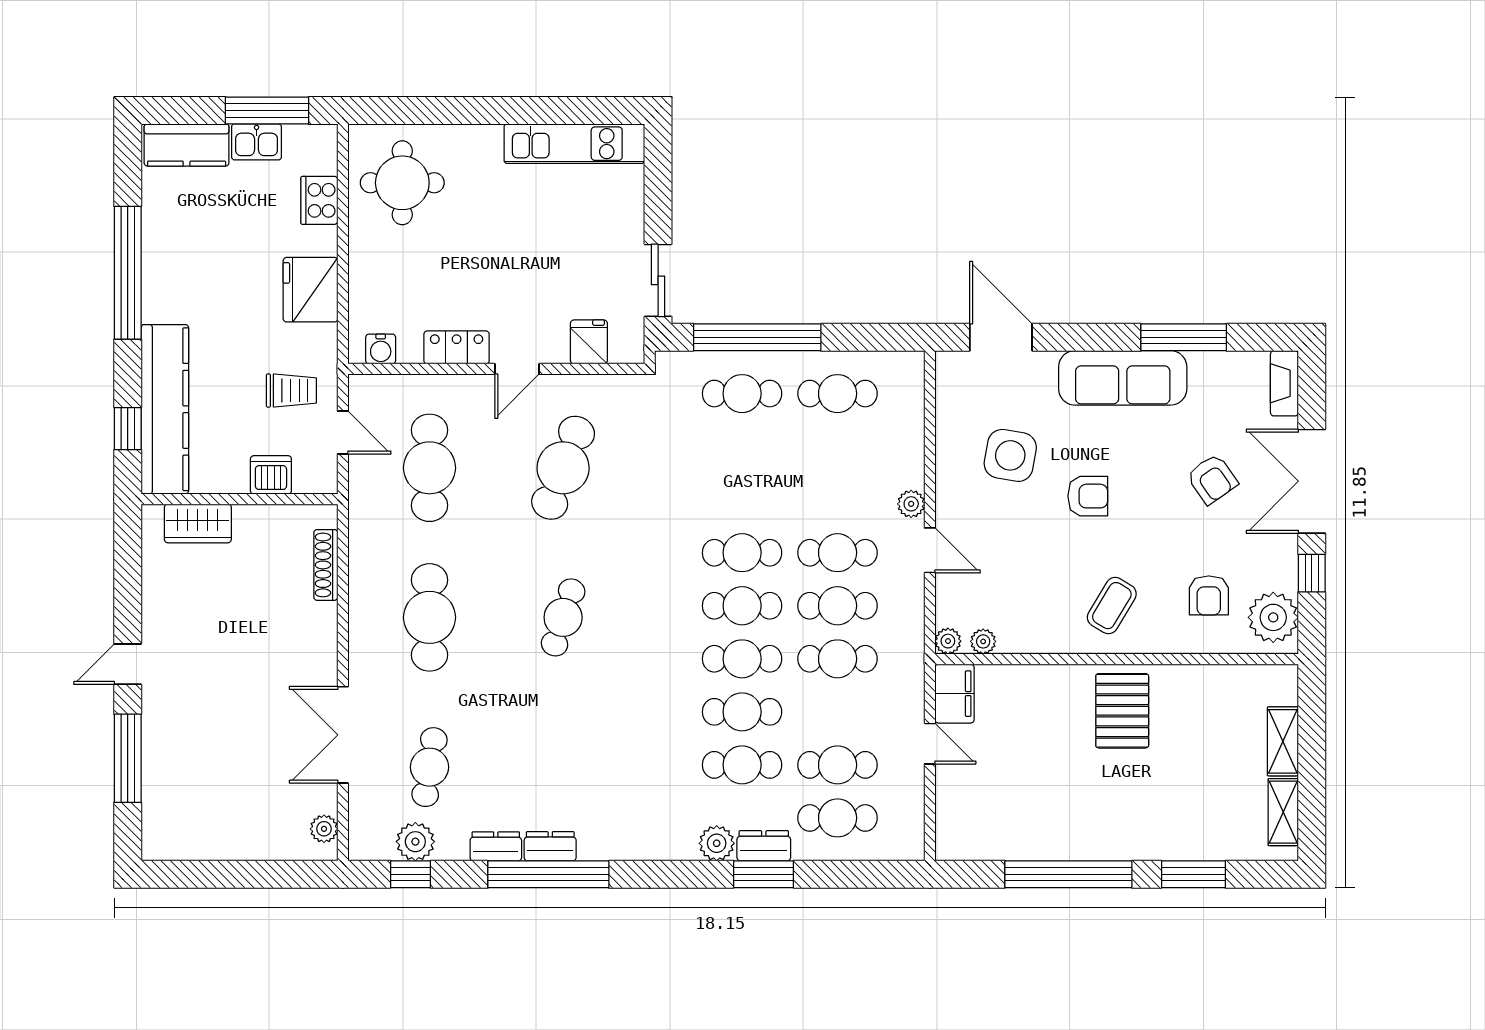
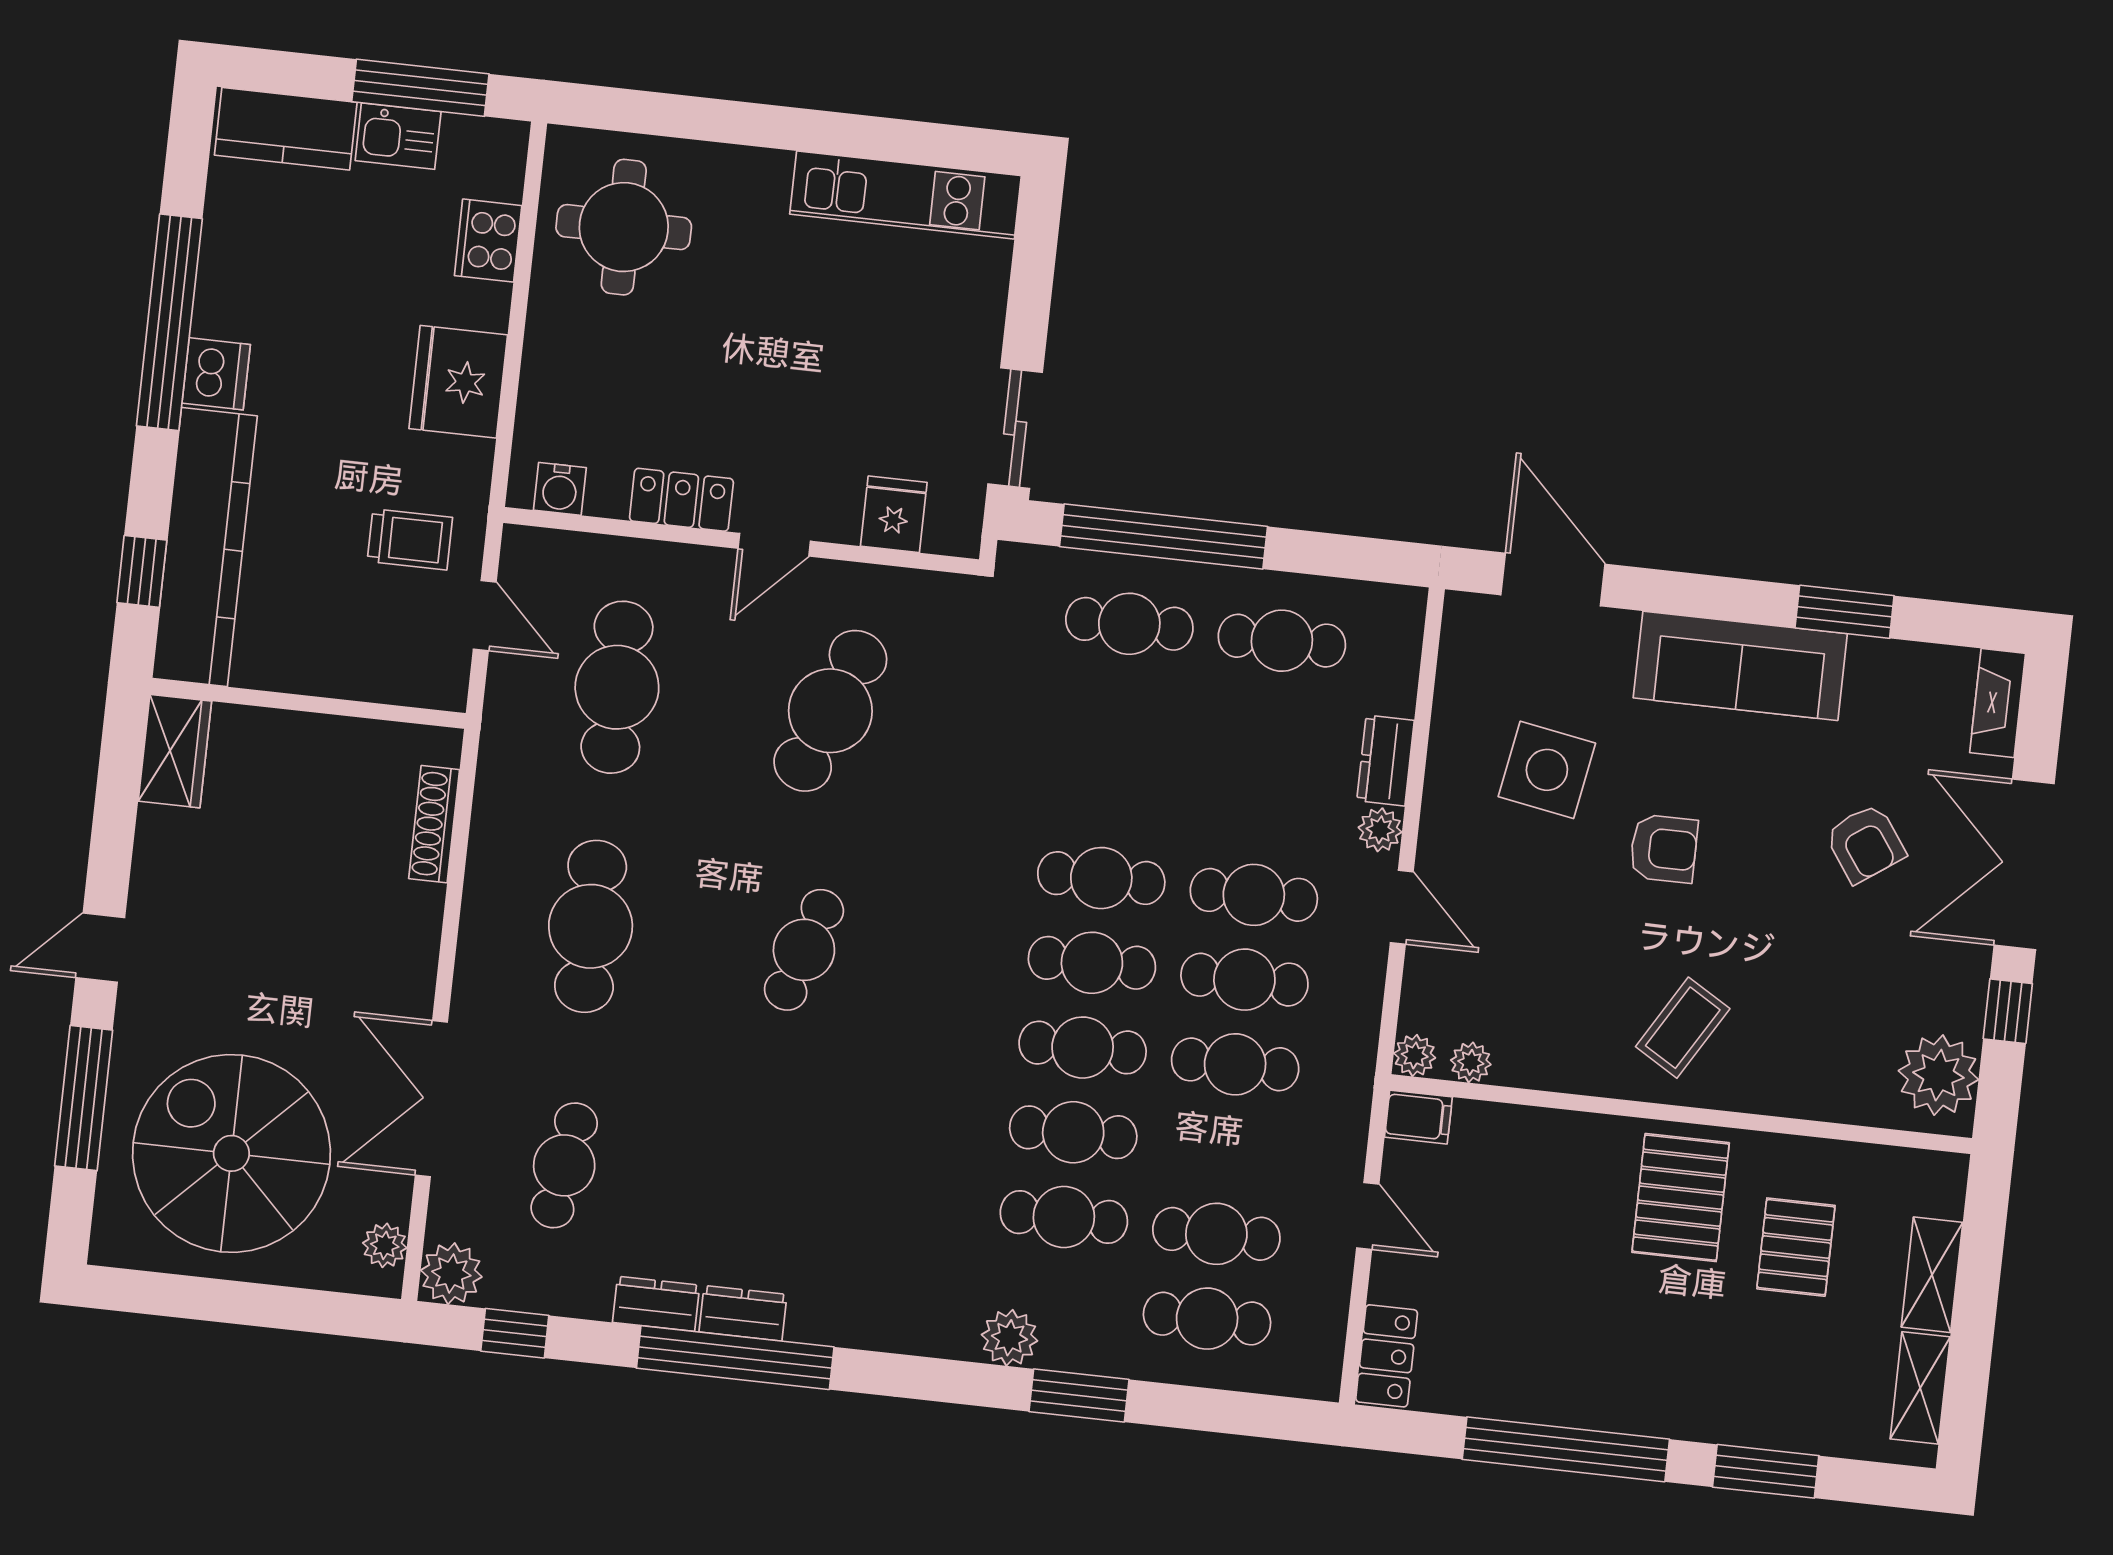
window: (1184, 337) -> (1845, 612), width x0.69
dishwasher: (271, 475) -> (216, 374), moved, turned 90
wardrobe: (198, 523) -> (175, 751), moved, turned -90
armchair: (1209, 595) -> (1839, 1029), removed
filing cabinet: (954, 694) -> (1418, 1117), width x0.50
pallet: (1197, 734) -> (1796, 1247), added
spiral stairs: (223, 782) -> (231, 1153), added
locker: (951, 829) -> (1387, 1356), added
plant: (415, 842) -> (451, 1274), moved
dresser: (764, 846) -> (1385, 761), moved, turned -90

